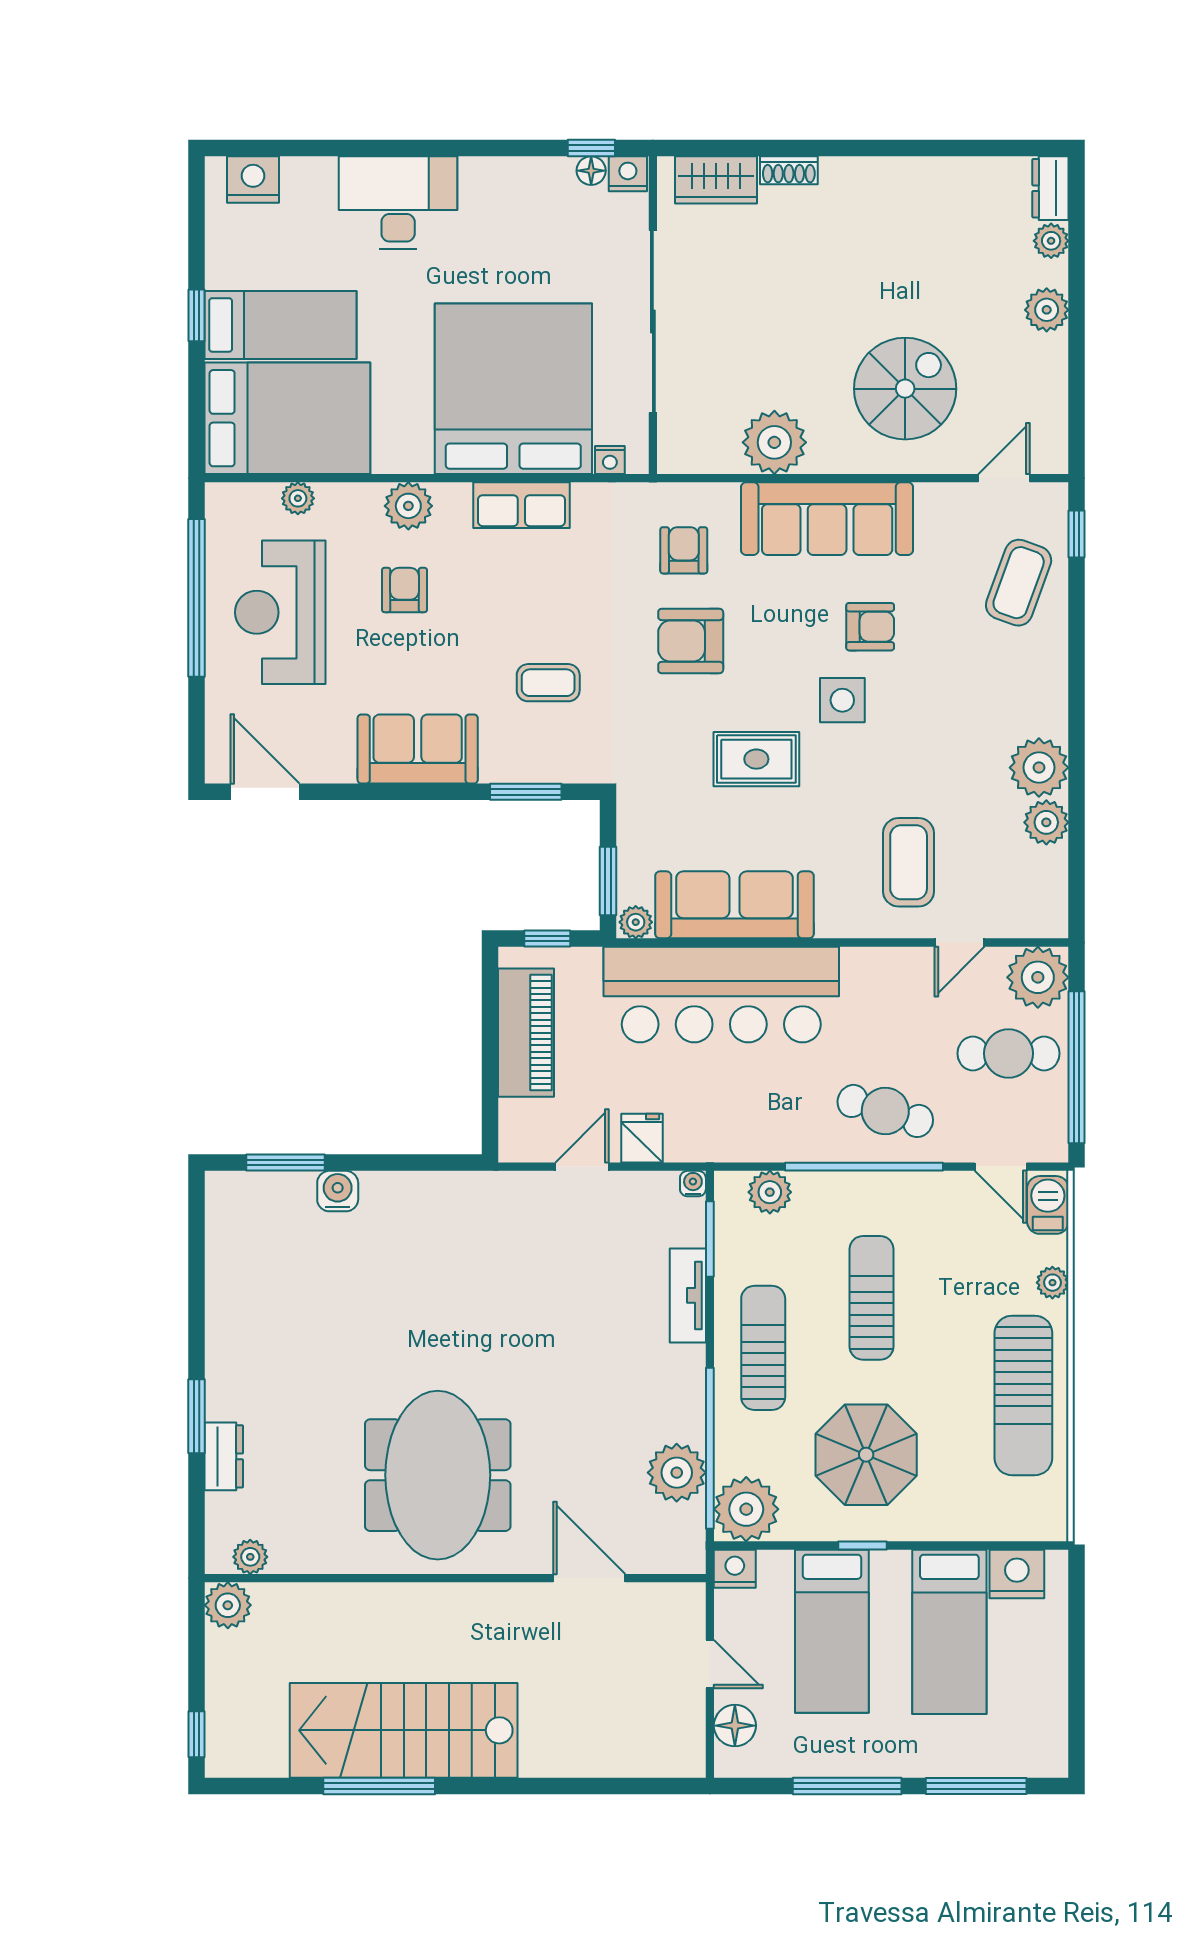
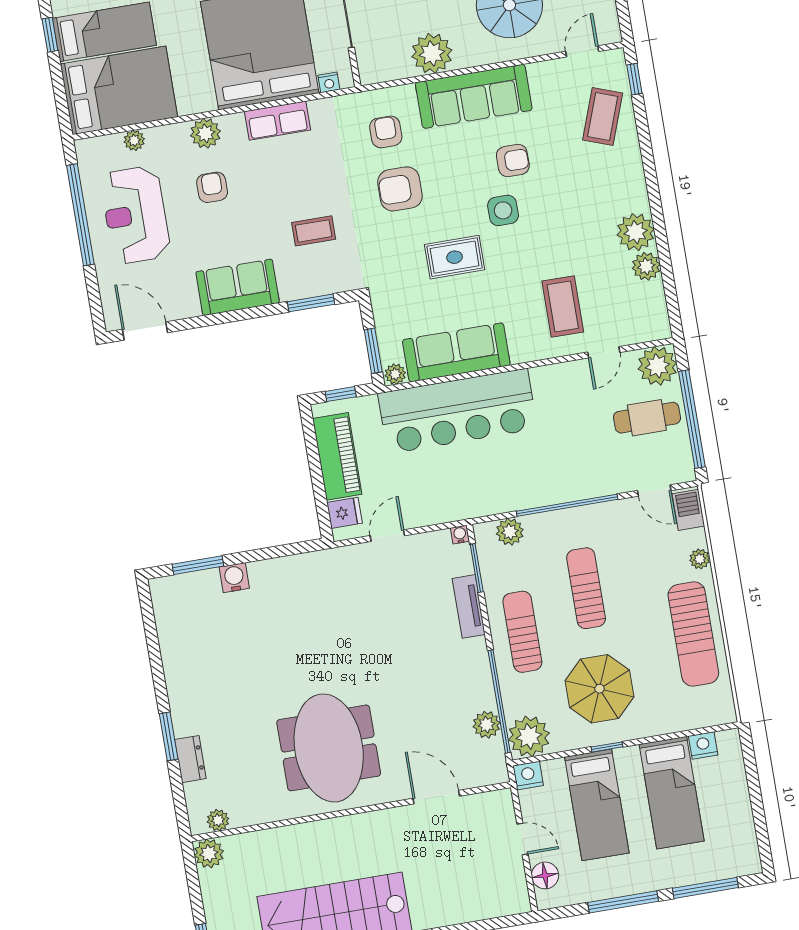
cafe table: (885, 1111) -> (575, 468), removed
fridge: (642, 1138) -> (345, 513), moved, turned 90
plant: (677, 1473) -> (487, 725), width x0.73, depth x0.73
nightstand: (1017, 1574) -> (703, 745), width x0.74, depth x0.75

